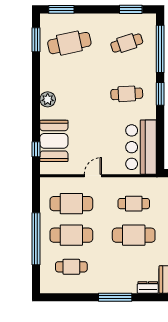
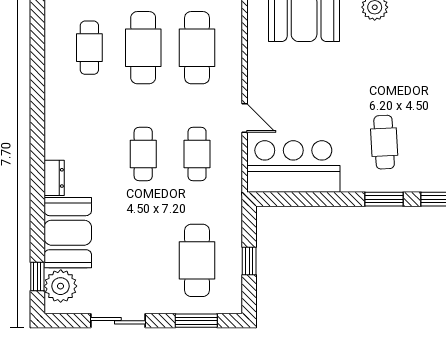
door: (93, 176) -> (245, 118), moved
cafe table: (134, 235) -> (143, 154), width x0.73, depth x0.74
window: (115, 297) -> (37, 122), removed

